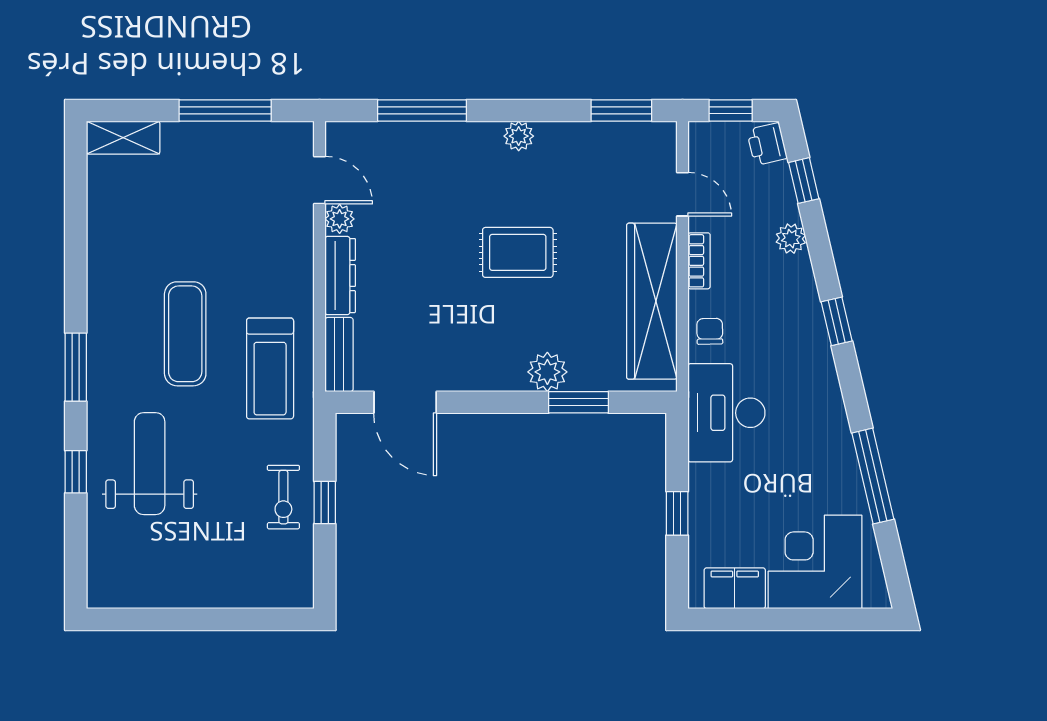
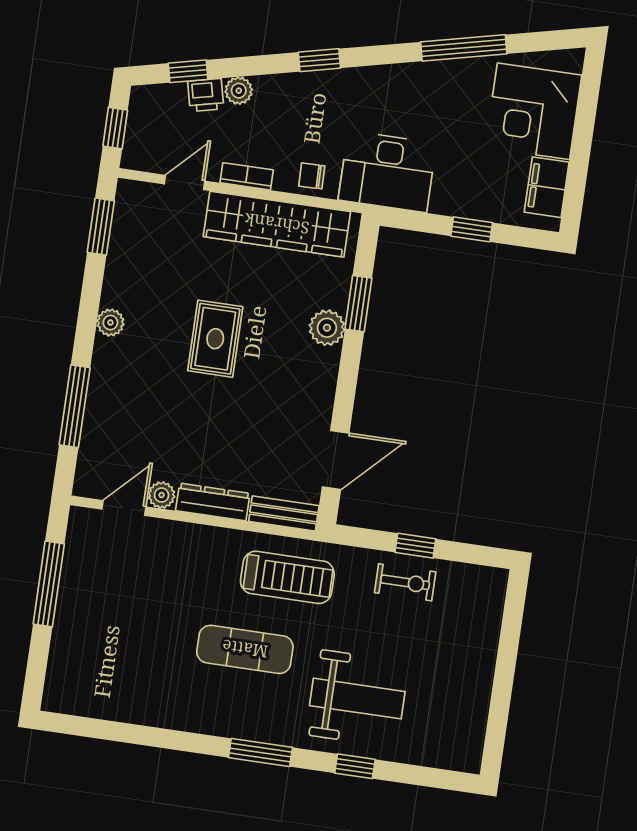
shelving: (123, 138) -> (60, 680), removed
printer: (767, 144) -> (206, 95), moved
weight bench: (150, 464) -> (357, 699), turned 180

